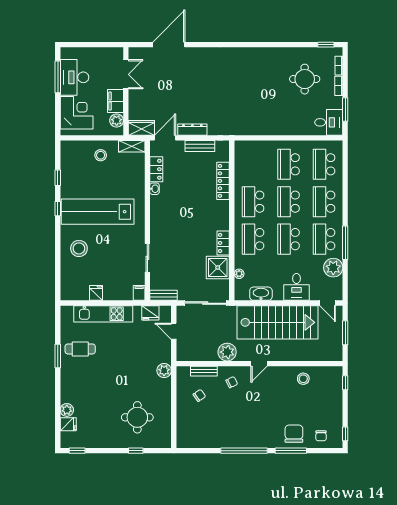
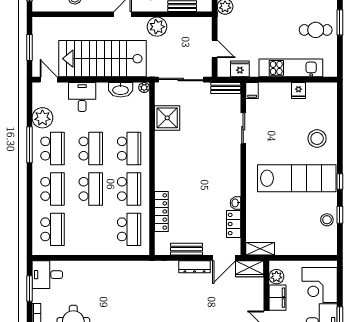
stool: (101, 155) -> (327, 220), moved
school desk: (288, 164) -> (129, 229), moved
locker: (223, 243) -> (161, 144), removed
plant: (239, 274) -> (144, 87), moved

